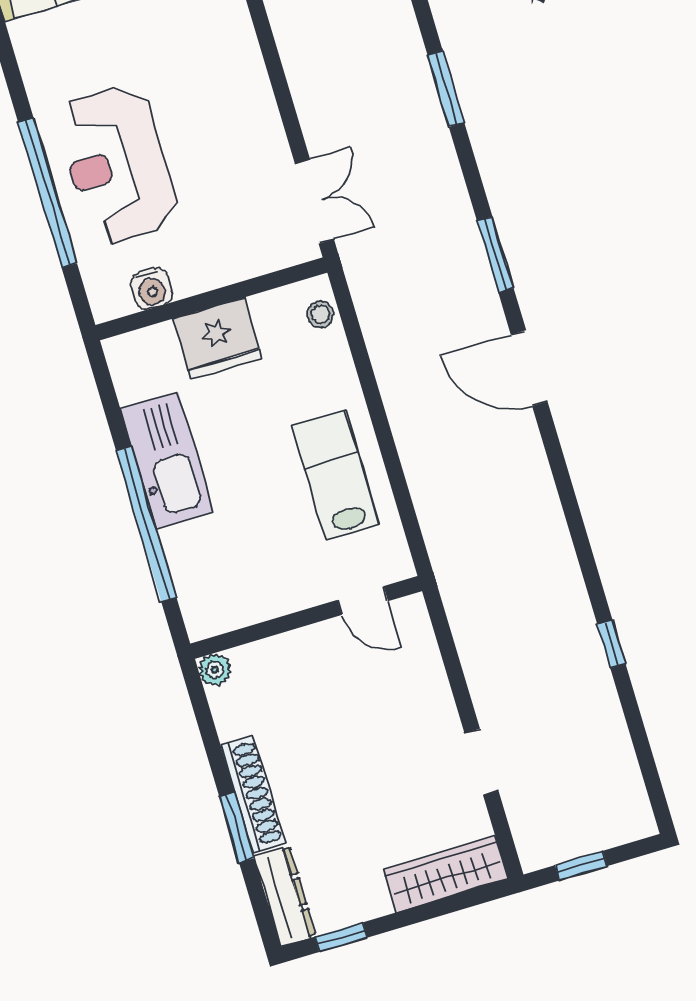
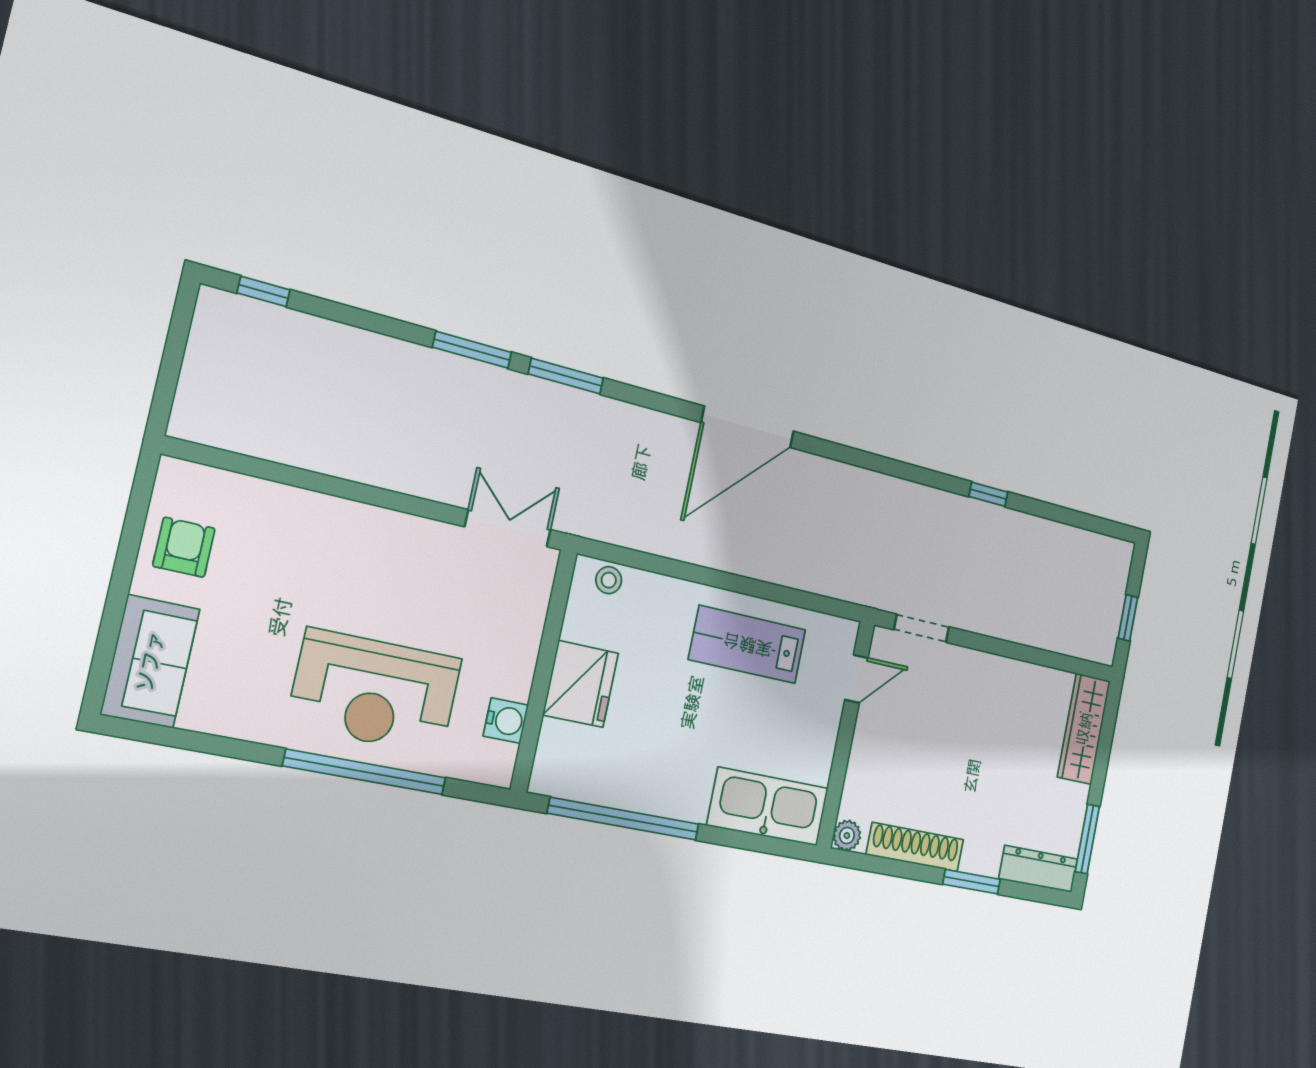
window: (495, 254) -> (566, 376), moved
door: (529, 368) -> (748, 427), width x1.36
kitchen sink: (167, 460) -> (768, 807), moved
window: (146, 524) -> (624, 819), moved
doorway: (481, 762) -> (922, 628), moved
shoe rack: (253, 794) -> (915, 847), moved
window: (341, 937) -> (1087, 839), width x1.50

